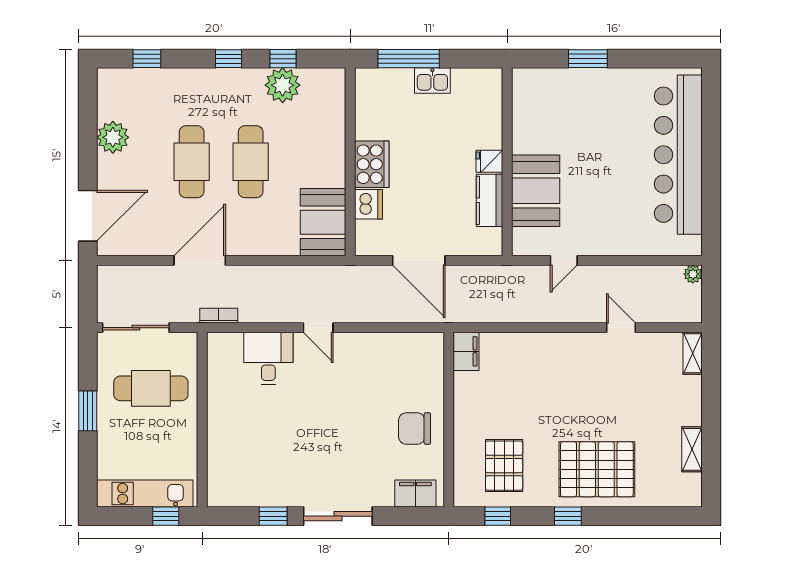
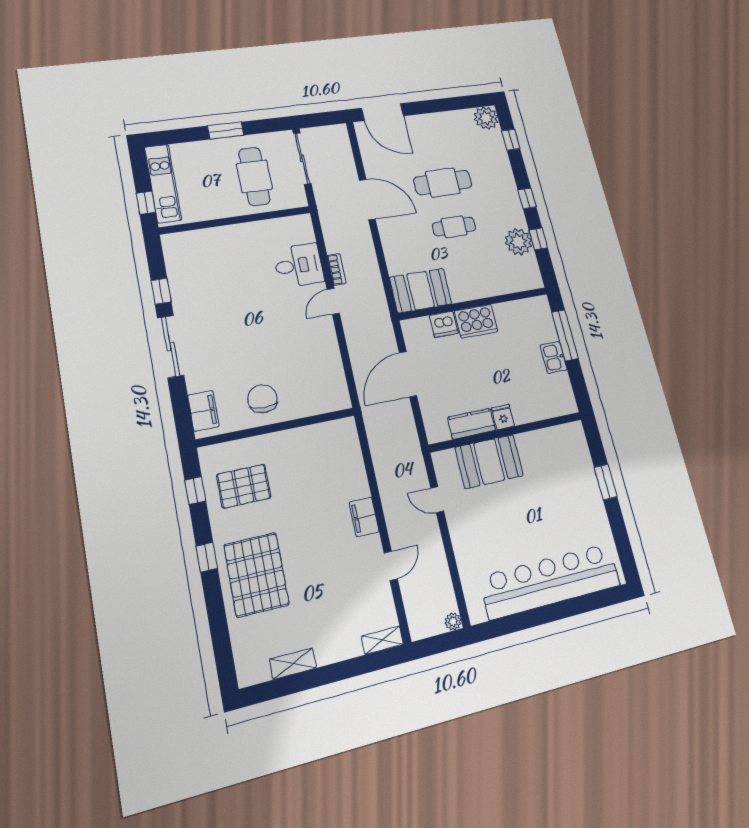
plant: (113, 137) -> (486, 118), moved
cafe table: (251, 162) -> (454, 227), width x0.73, depth x0.74
bookcase: (219, 316) -> (337, 269), moved
filing cabinet: (466, 351) -> (364, 517), moved, turned 90

